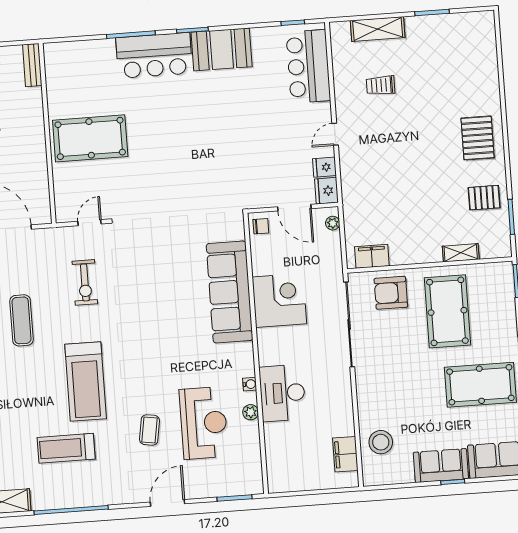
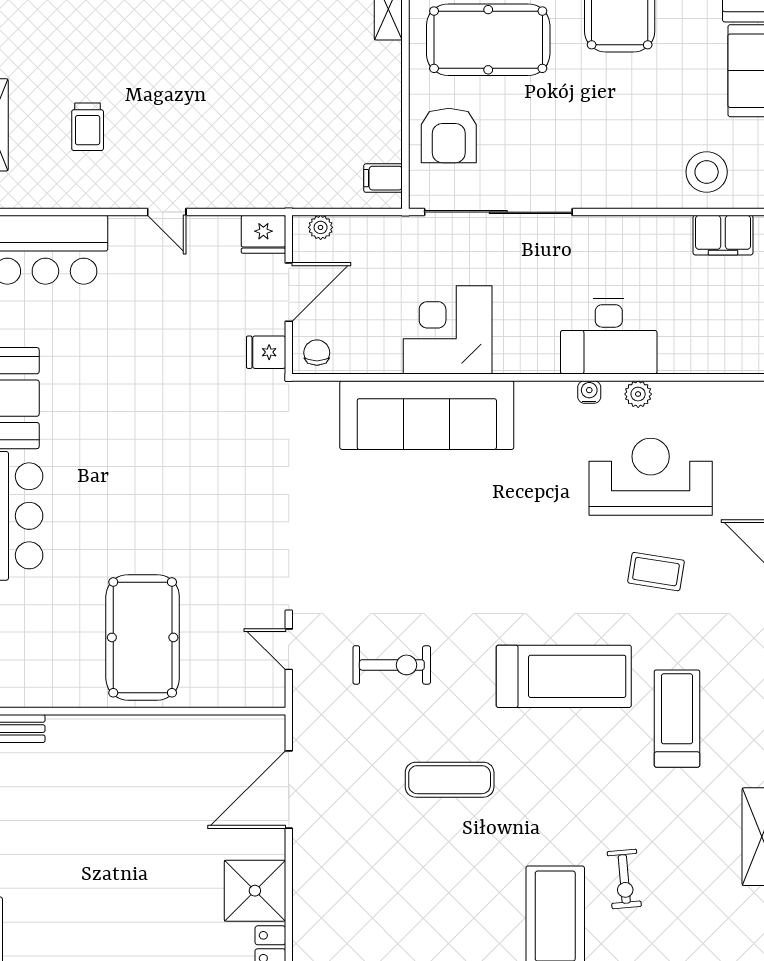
fridge: (324, 167) -> (266, 352), moved, turned 90
filing cabinet: (372, 256) -> (383, 178), width x0.50
treadmill: (66, 448) -> (677, 719), turned 180

